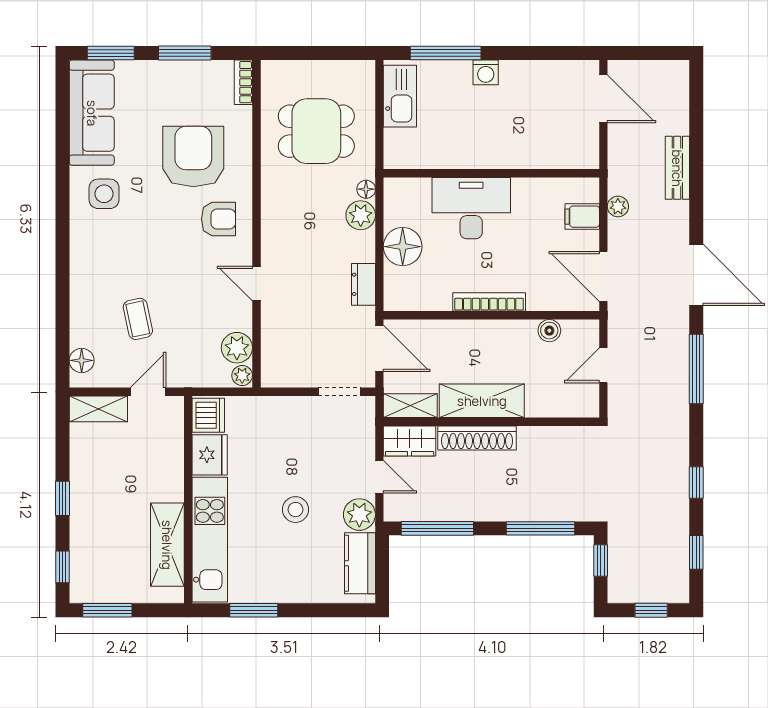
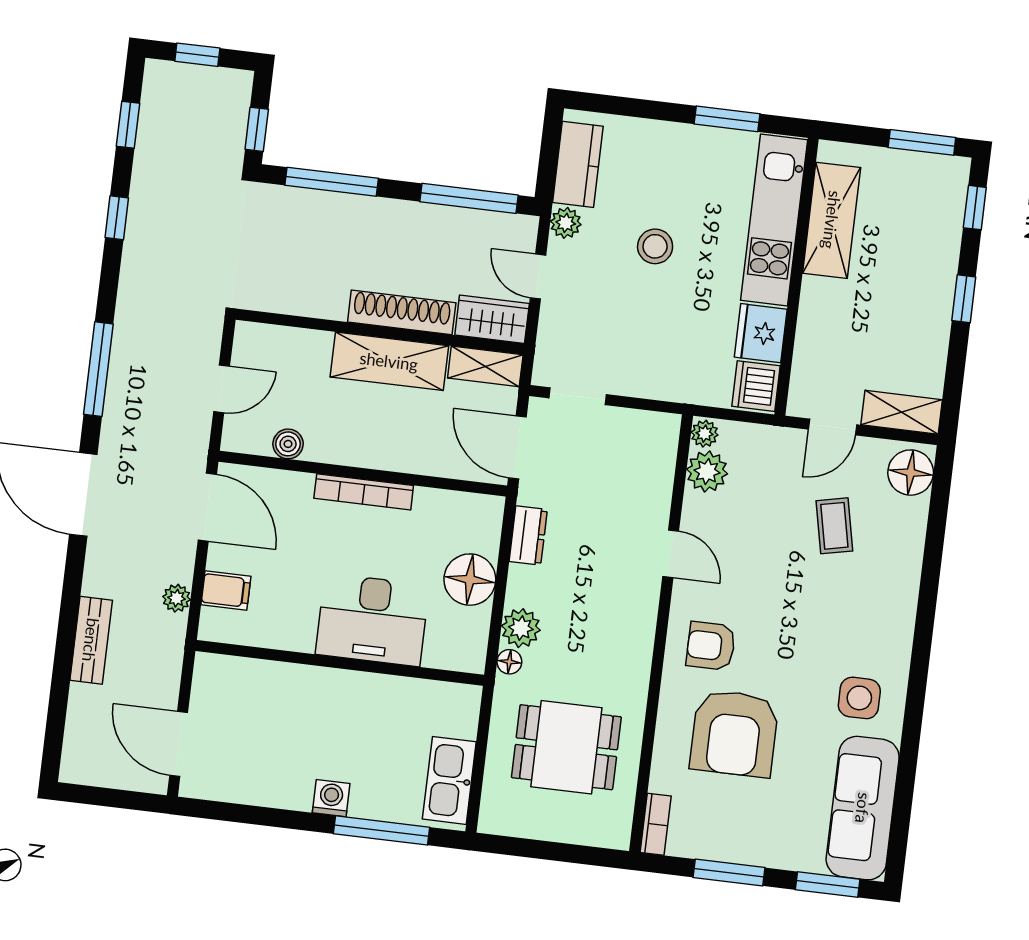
floor lamp: (82, 360) -> (911, 473), width x1.38, depth x1.38
plant: (359, 515) -> (566, 223), width x0.73, depth x0.73

